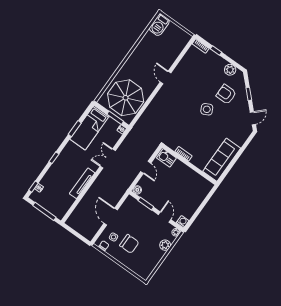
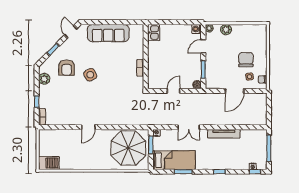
door: (253, 118) -> (71, 32), hinge flipped
kitchen sink: (166, 158) -> (154, 32), moved
sofa: (222, 160) -> (108, 33), moved

